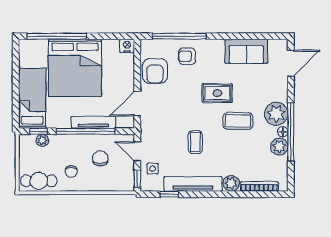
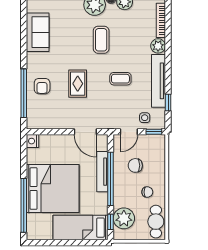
armchair: (155, 71) -> (55, 115), removed
rug: (217, 93) -> (78, 84), moved
plant: (42, 140) -> (124, 218), width x1.87, depth x1.87

